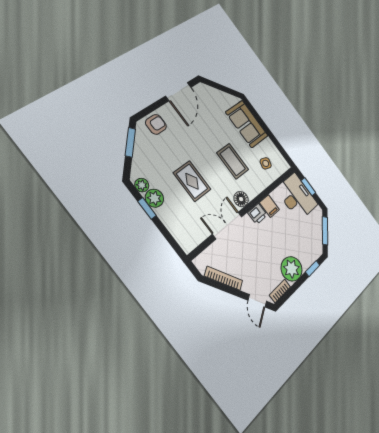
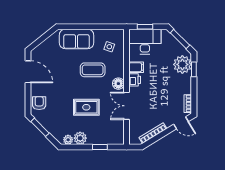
window: (147, 208) -> (100, 147), moved
plant: (292, 269) -> (182, 64), moved

